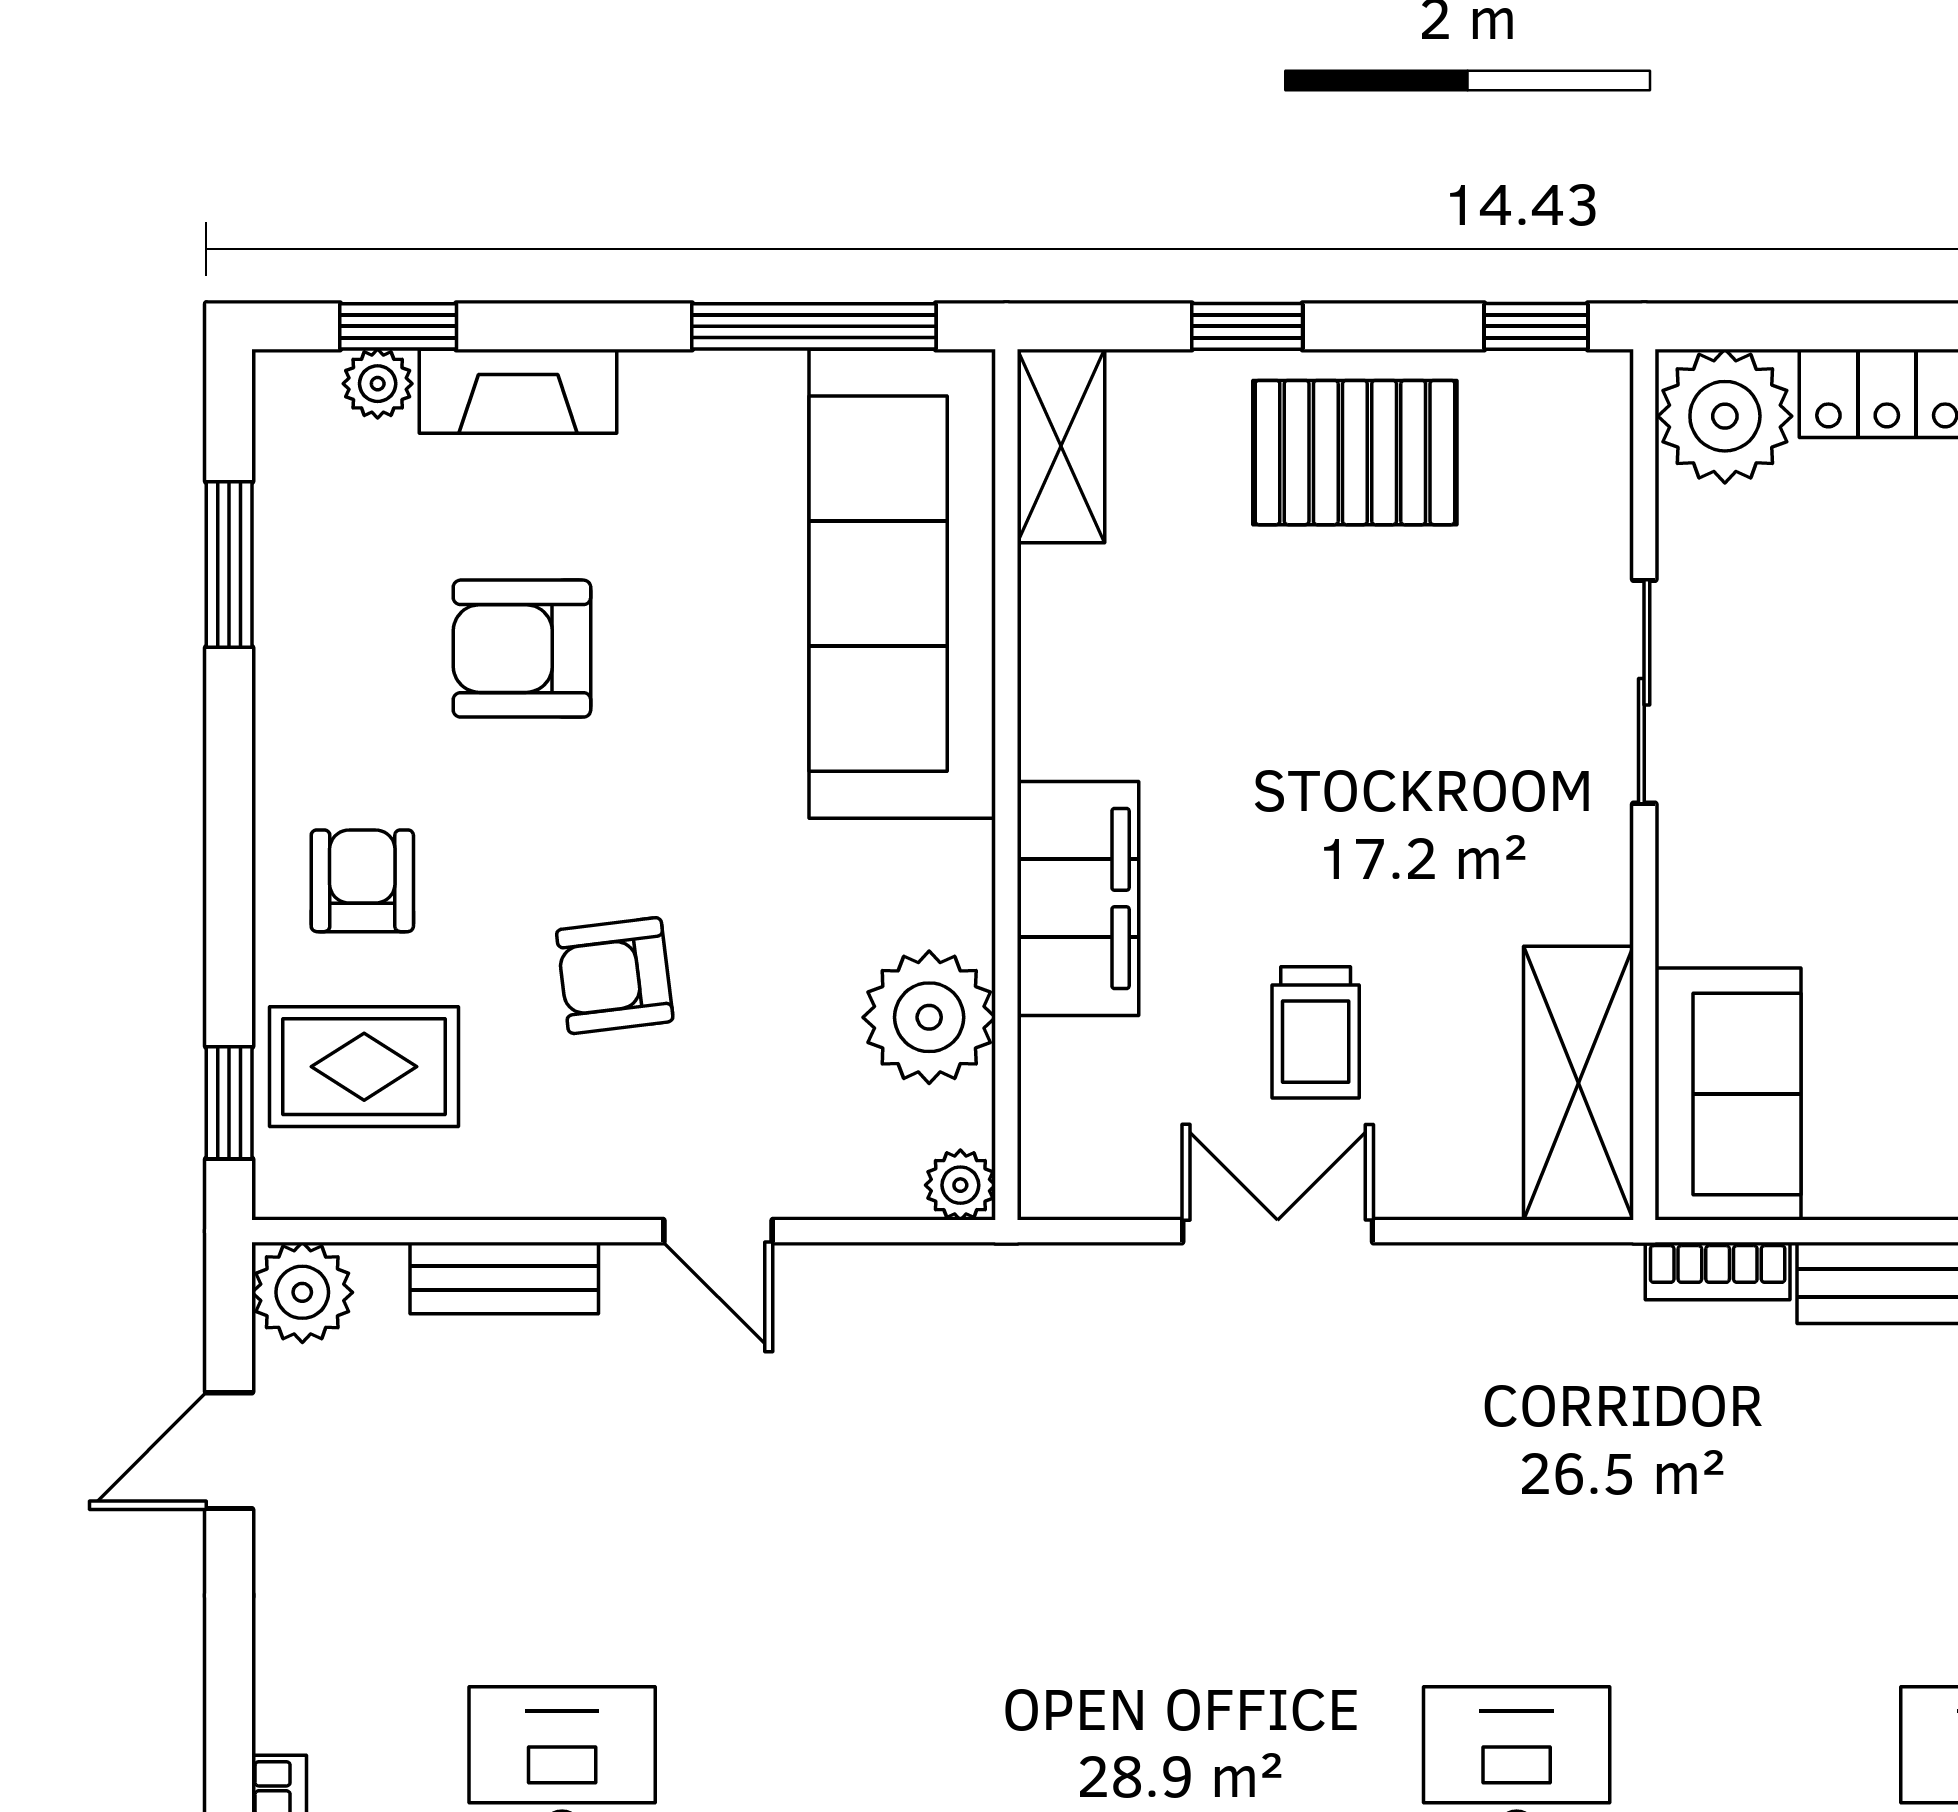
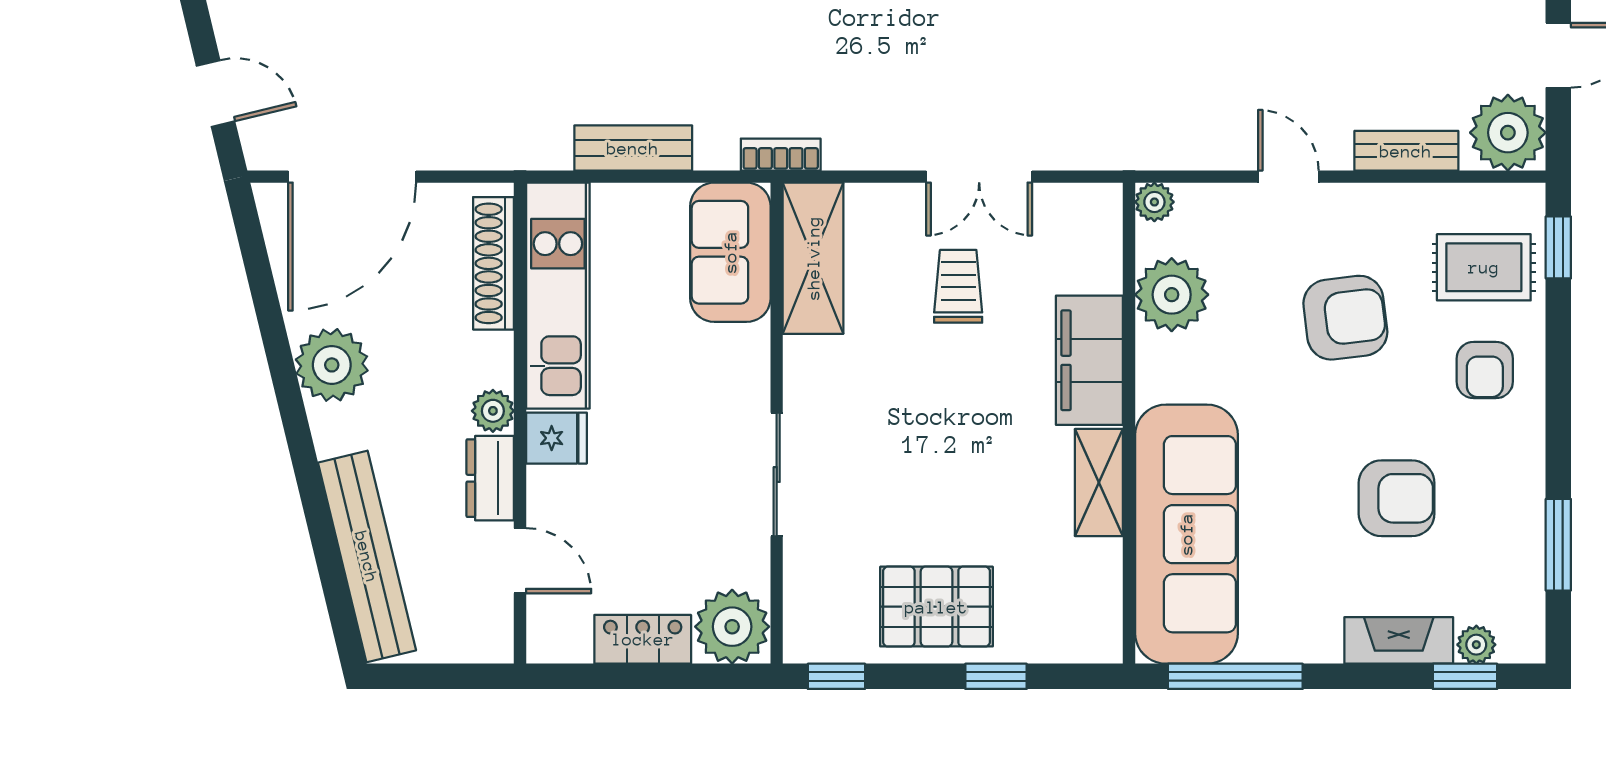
shelving: (1061, 446) -> (1099, 483), moved
armchair: (615, 976) -> (1345, 318), width x1.38, depth x1.38
bookcase: (1718, 1271) -> (781, 155), moved
plant: (302, 1292) -> (1508, 133), width x1.36, depth x1.36

